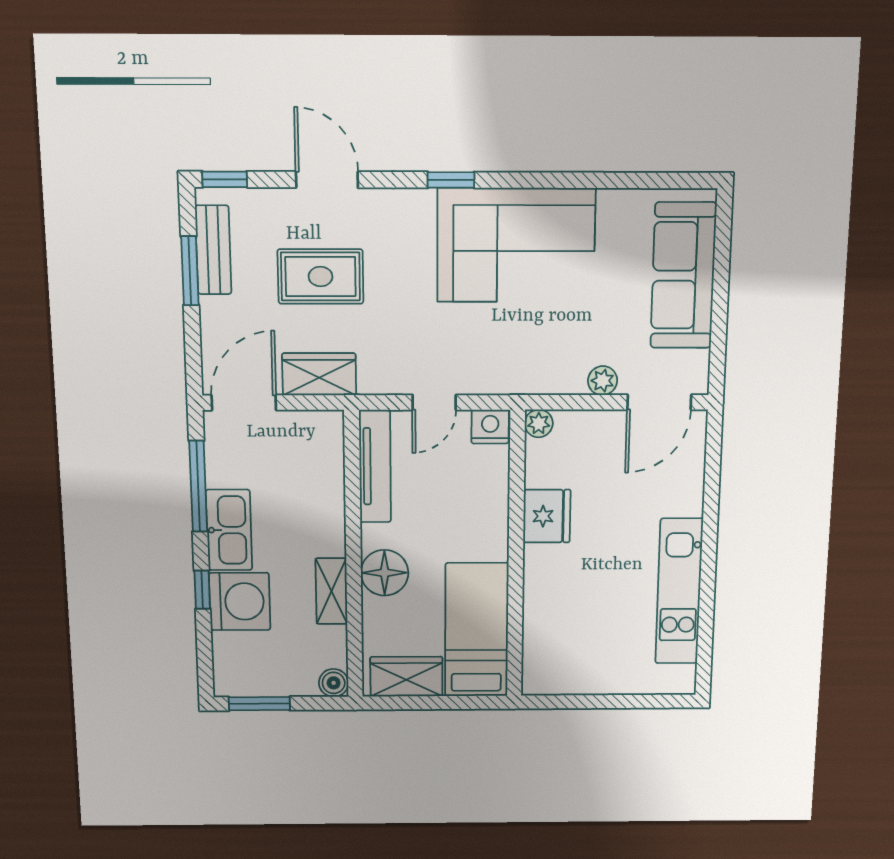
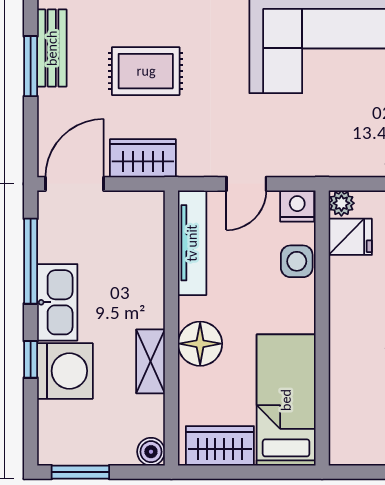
side table: (489, 486) -> (297, 261), added
fridge: (547, 516) -> (350, 237), moved, width x0.72

